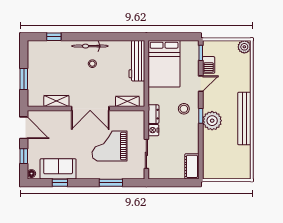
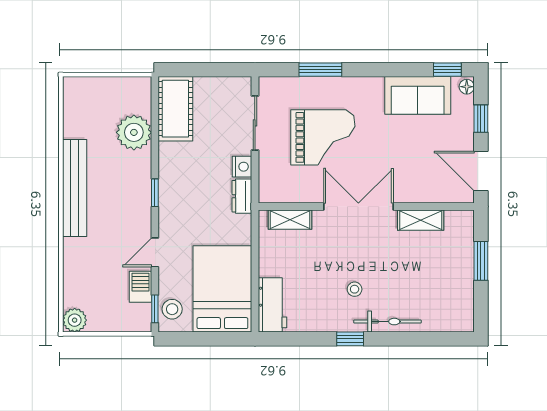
window: (54, 37) -> (350, 339), moved
bicycle: (90, 46) -> (387, 322), moved
workbench: (137, 61) -> (272, 305), width x0.73
stool: (184, 109) -> (172, 309), moved
plant: (212, 121) -> (134, 132), moved
cot: (192, 166) -> (175, 109), width x1.37, depth x1.34
window: (60, 183) -> (447, 70), moved

